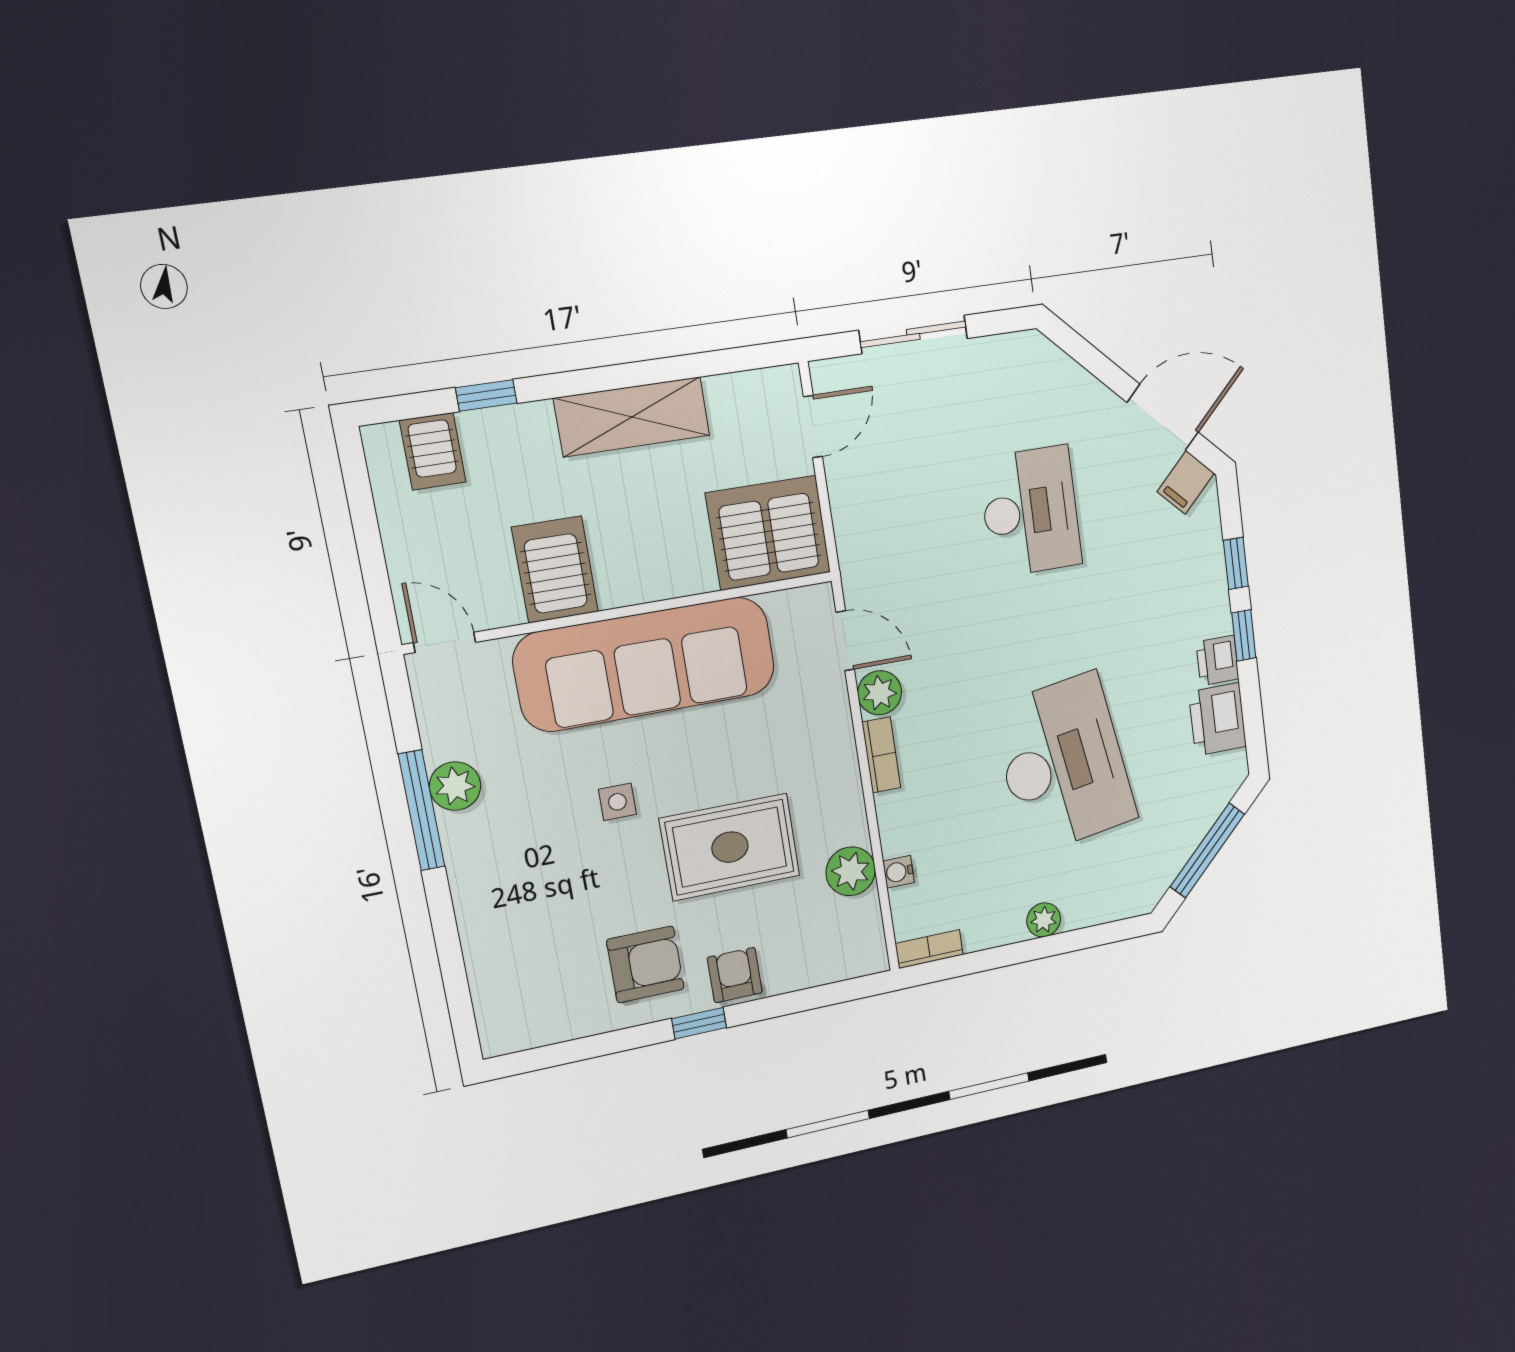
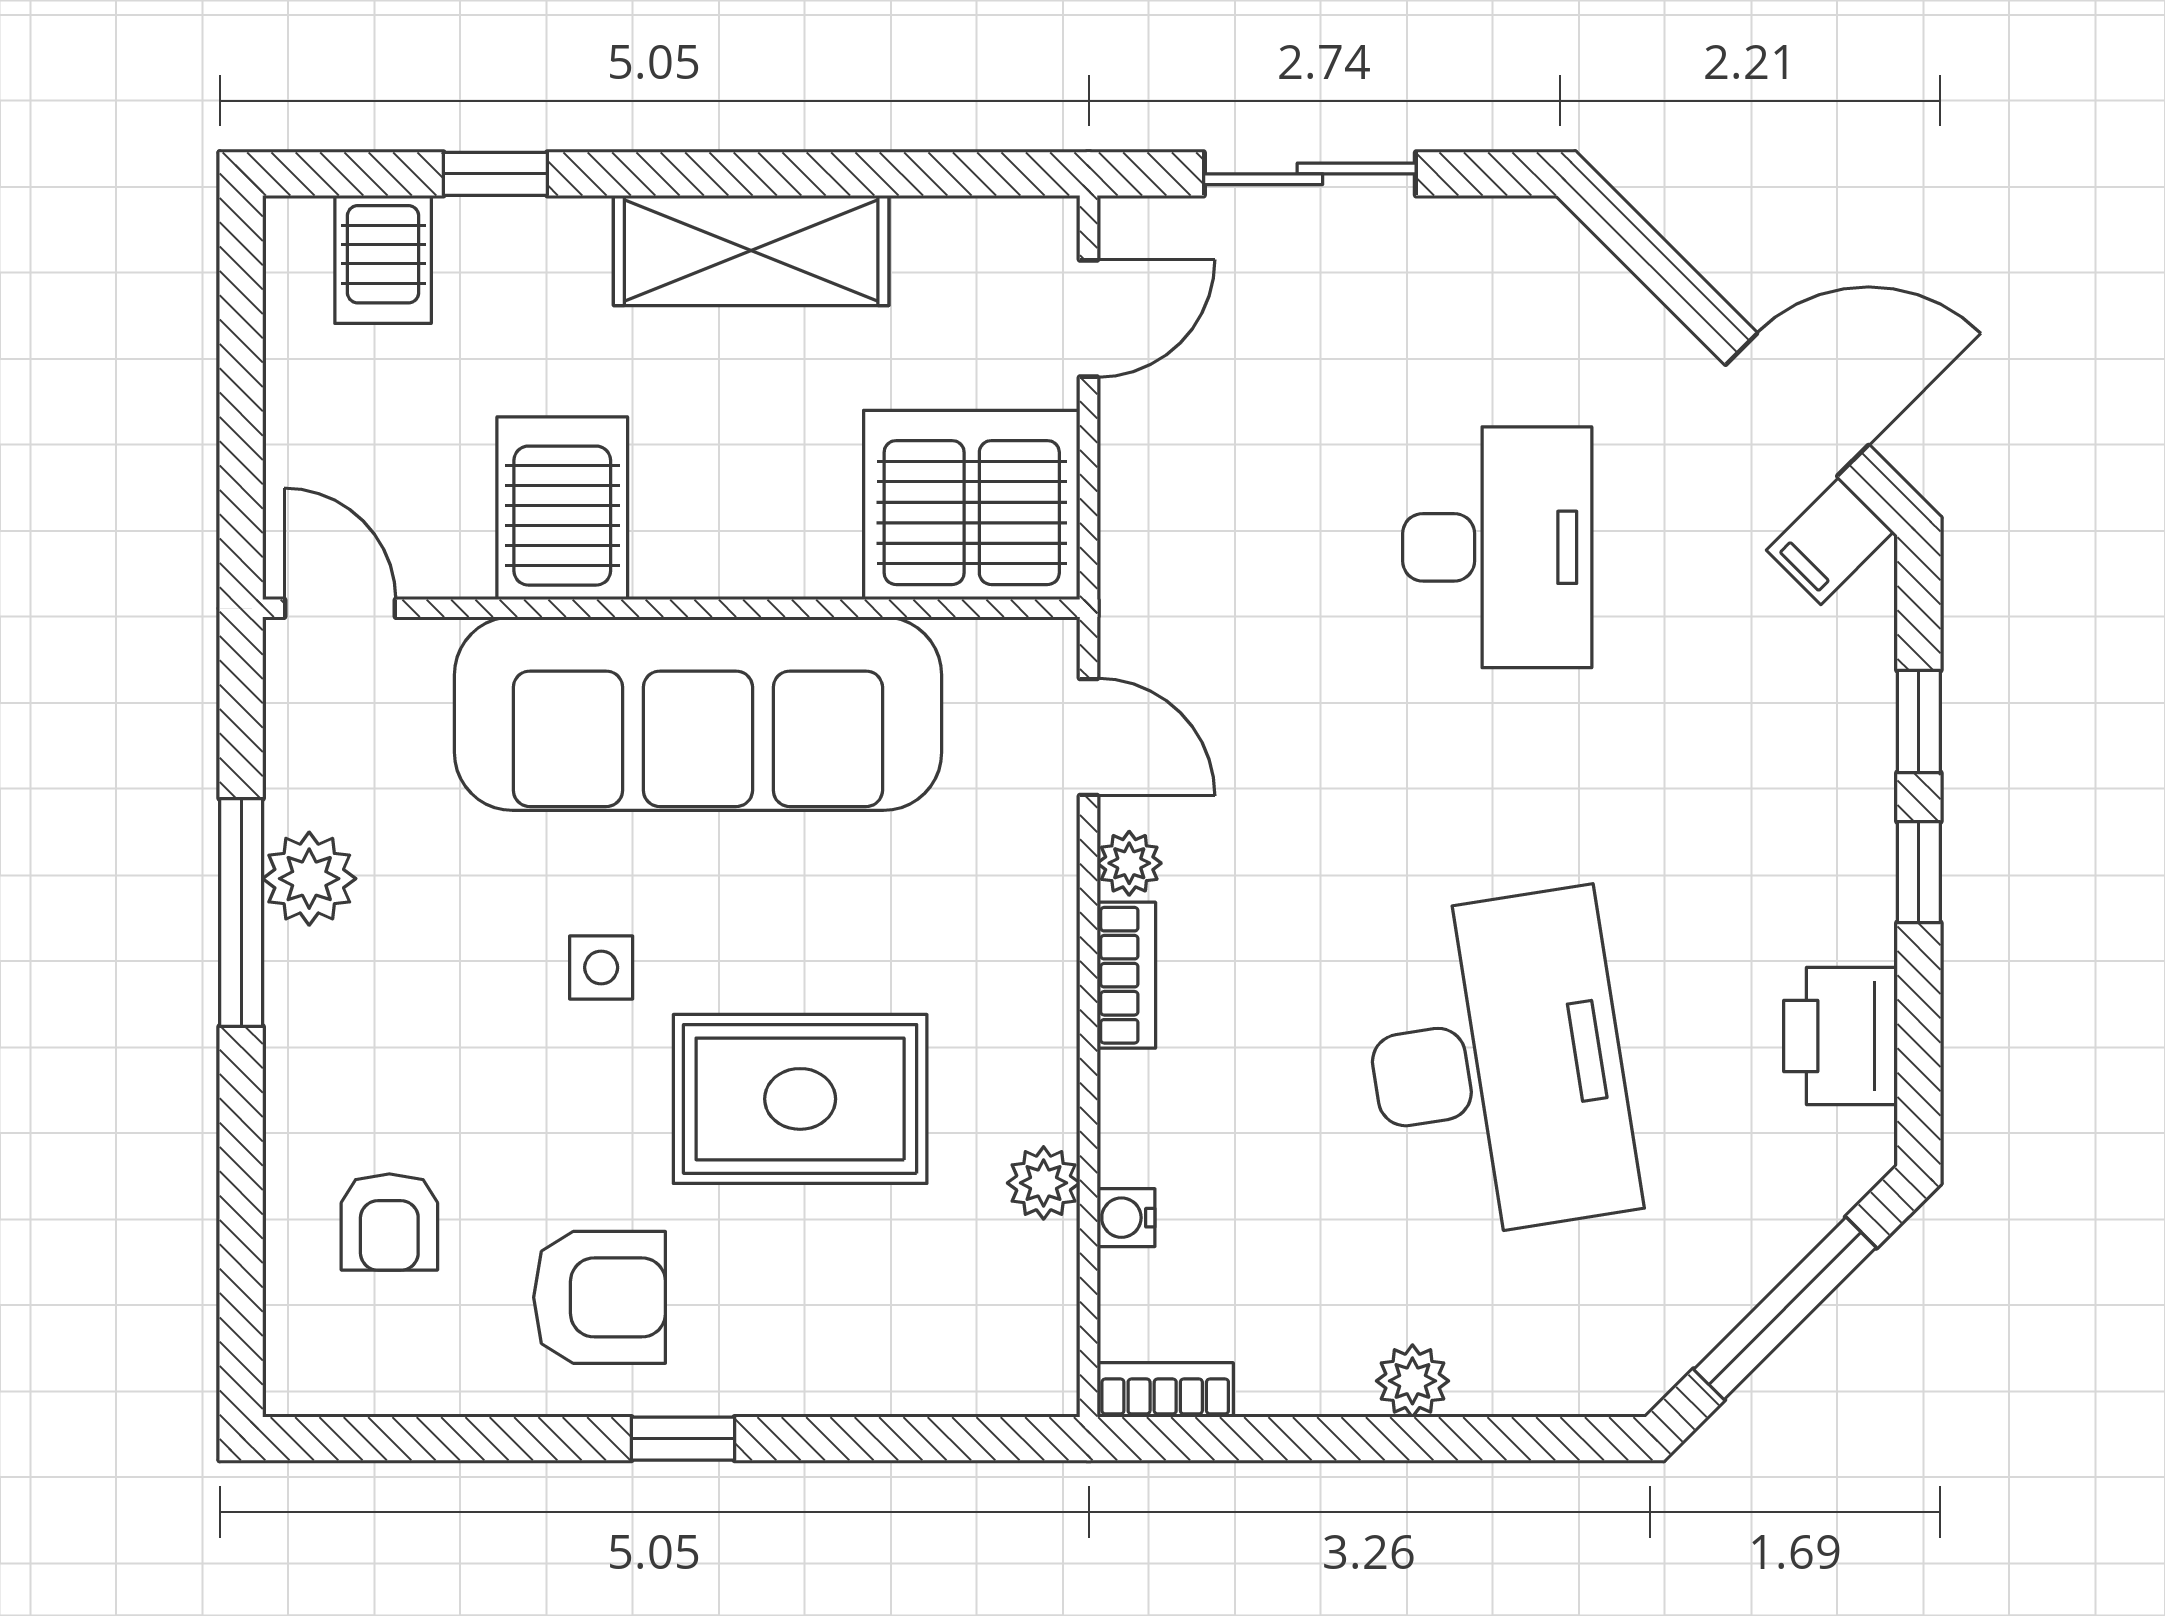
printer: (1217, 660) -> (1855, 914), removed
plant: (880, 693) -> (1129, 863), width x0.73, depth x0.73
plant: (851, 871) -> (1044, 1183), width x0.73, depth x0.73
armchair: (735, 975) -> (389, 1222), moved, turned 180

